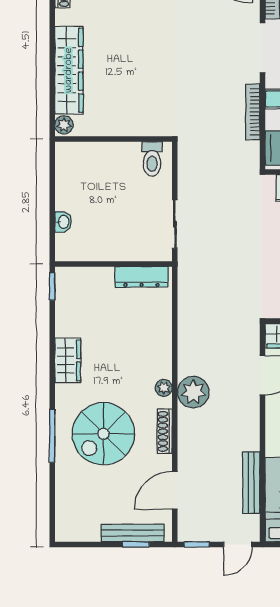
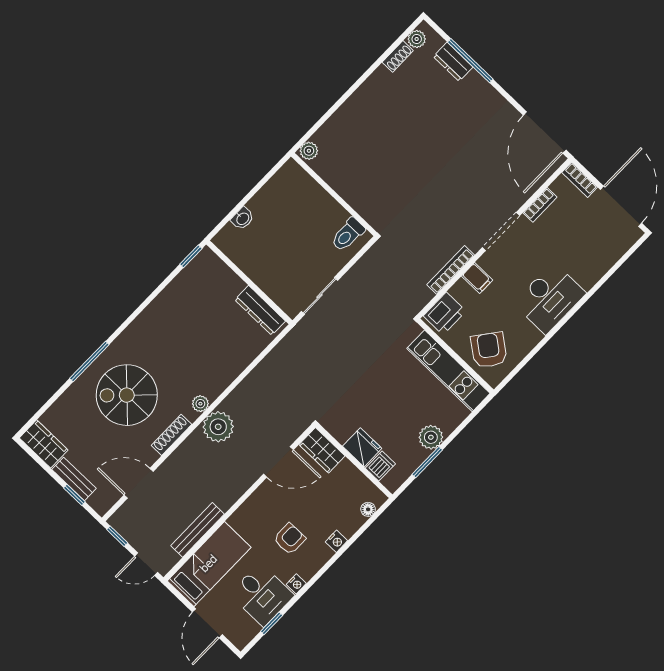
wardrobe: (69, 70) -> (350, 116), removed
wardrobe: (68, 360) -> (44, 444), moved, turned -90
bench: (133, 533) -> (74, 479), width x0.73

